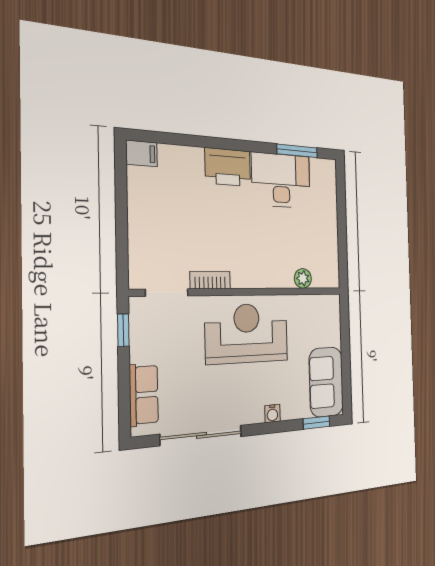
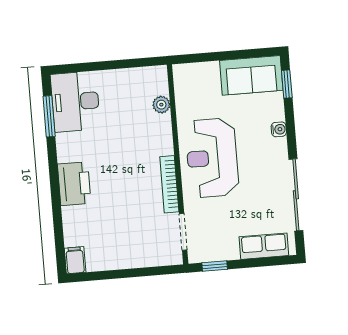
desk: (281, 180) -> (75, 102), moved
bookcase: (210, 280) -> (169, 184), width x1.56

